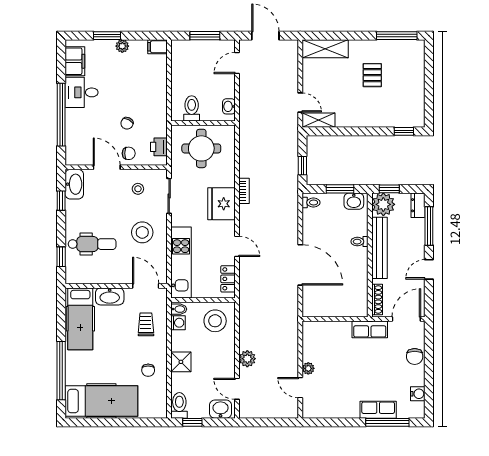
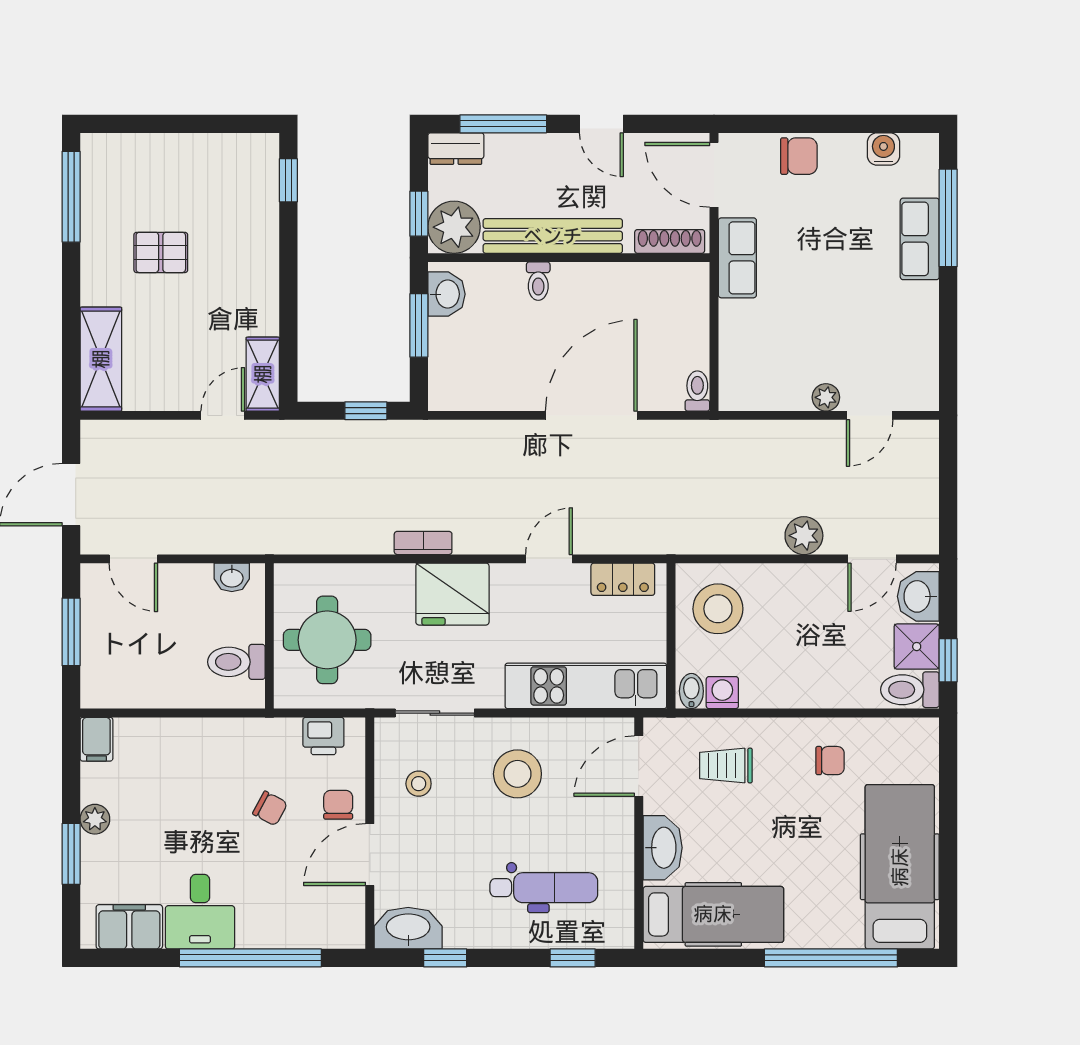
toilet: (311, 203) -> (697, 391), moved
dental chair: (92, 244) -> (544, 888), turned 90
shower: (181, 362) -> (917, 647), moved

